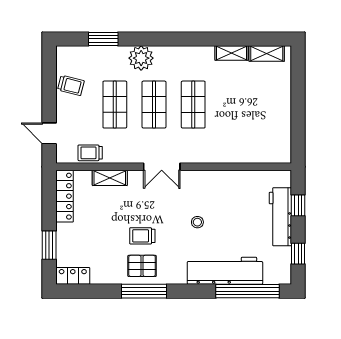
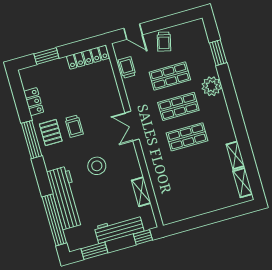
trolley: (71, 85) -> (164, 42), moved
door: (49, 133) -> (133, 32), swing flipped
shelving: (110, 178) -> (141, 192), moved
window: (298, 205) -> (143, 237), moved
stool: (197, 222) -> (97, 166), width x1.89, depth x1.89
trolley: (142, 236) -> (74, 126), turned 180
window: (298, 254) -> (94, 251), width x1.50
locker: (73, 276) -> (34, 102), moved

